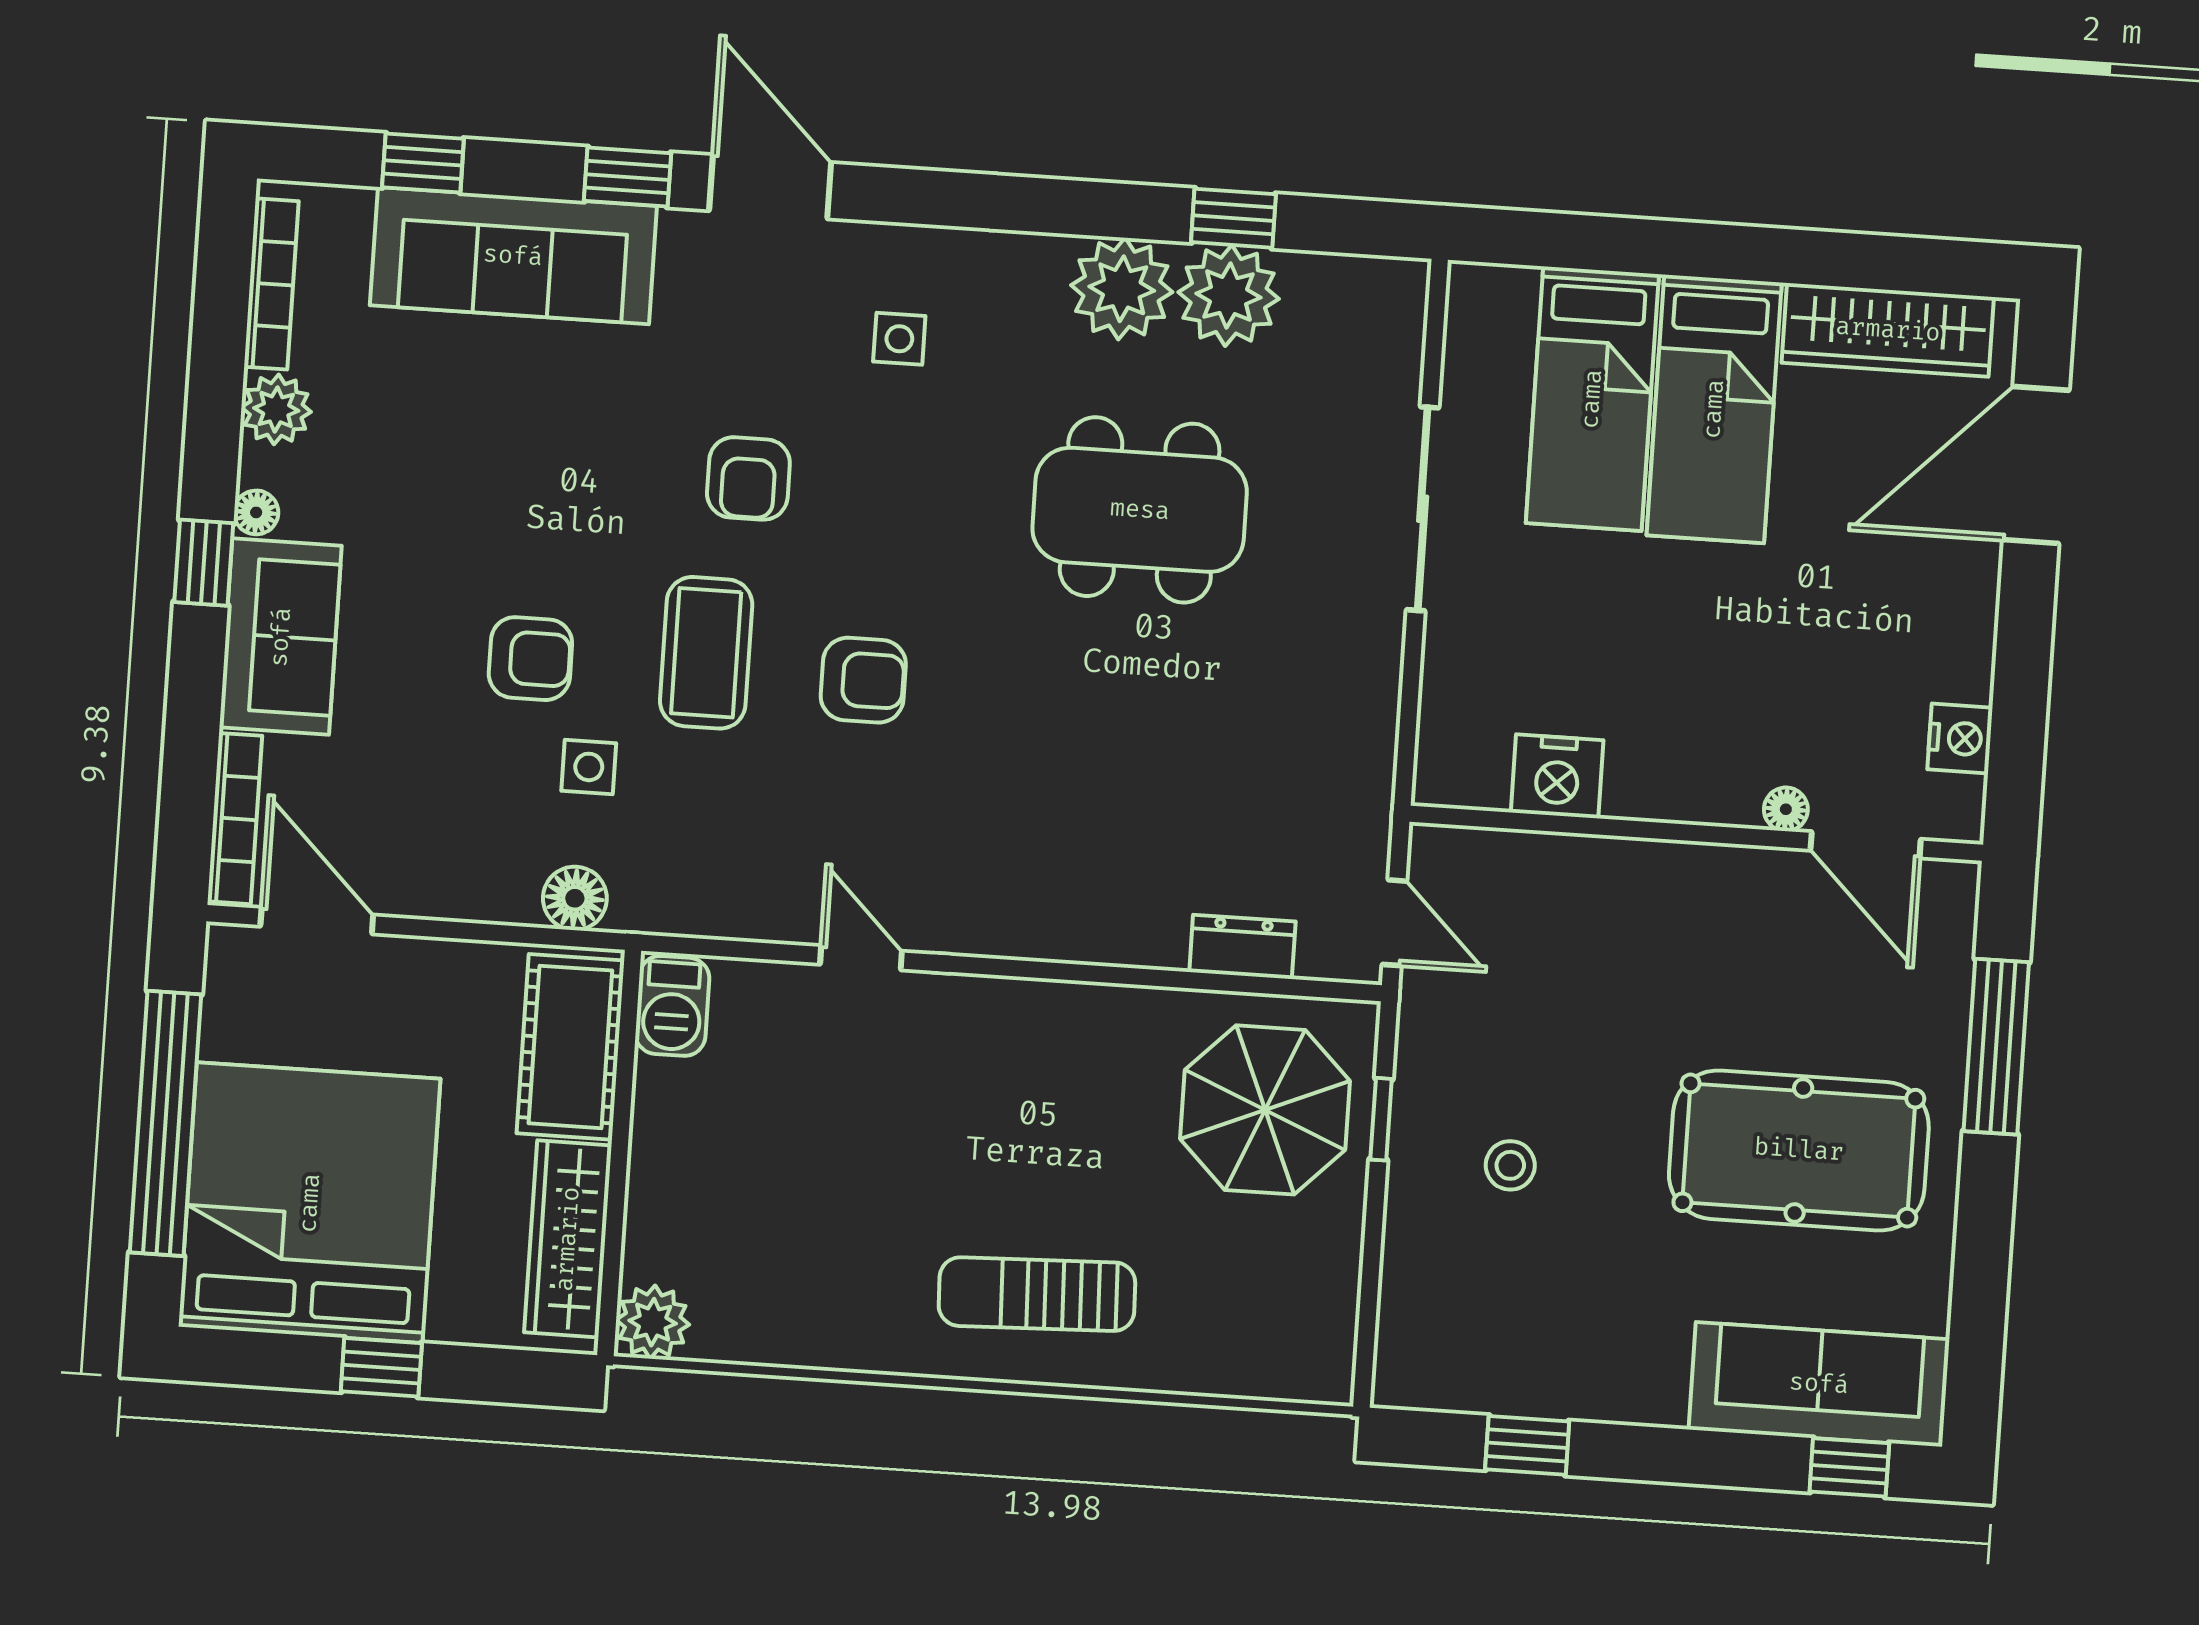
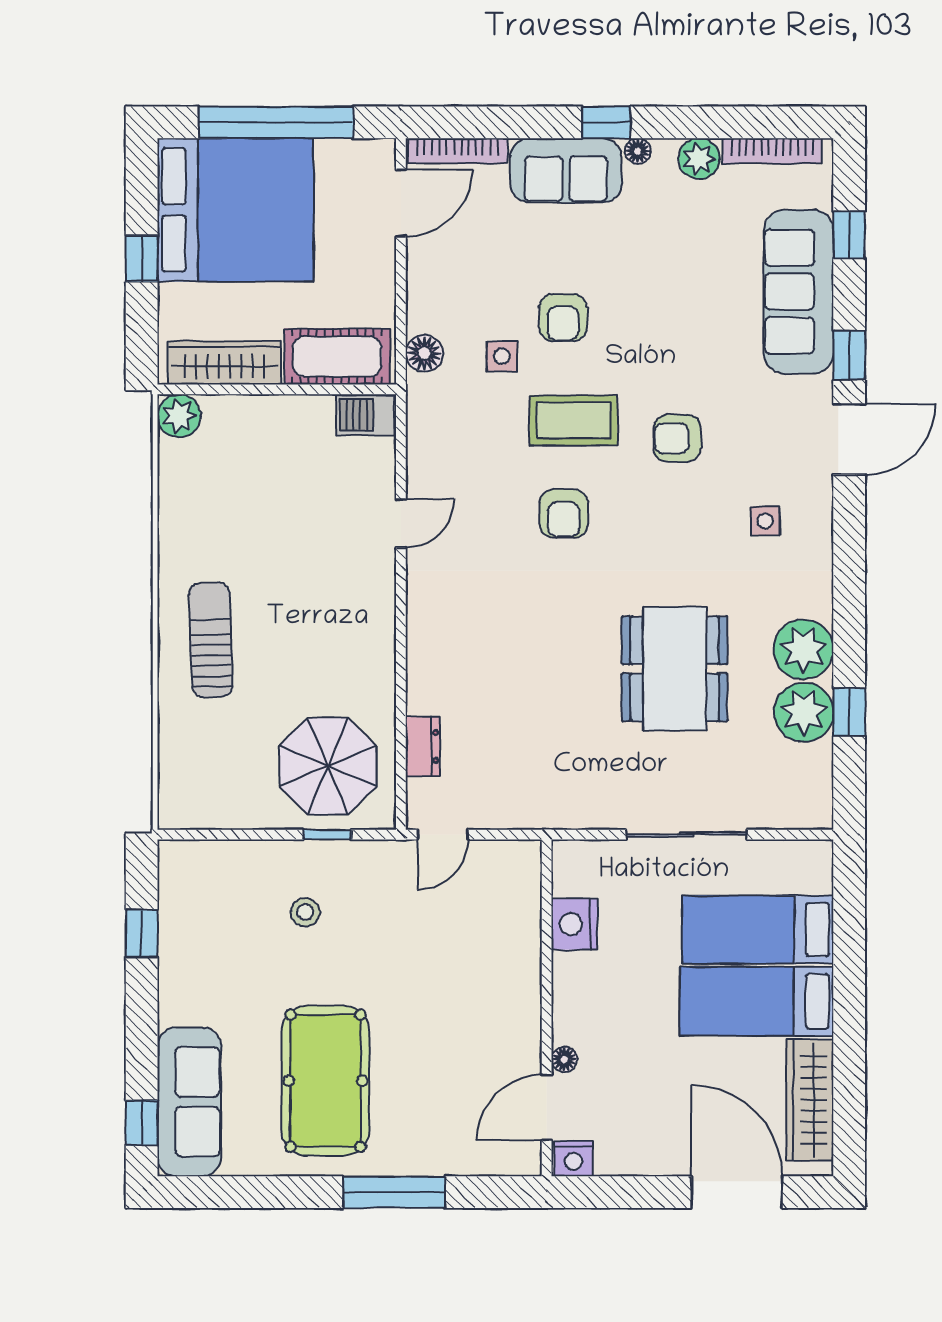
nightstand: (1557, 776) -> (574, 924), moved
floor lamp: (1786, 809) -> (564, 1059), moved
wall: (1696, 833) -> (547, 1008), moved
door: (1866, 845) -> (547, 1108), moved

